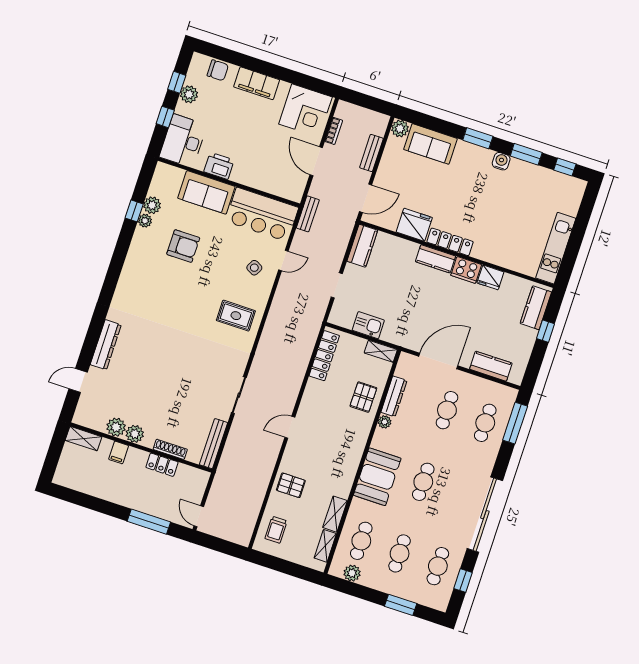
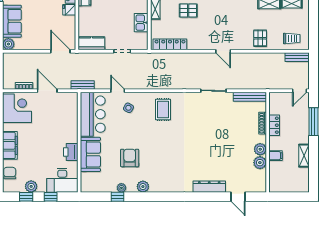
bench: (371, 153) -> (297, 57), moved
door: (316, 161) -> (47, 91), swing flipped
plant: (152, 205) -> (143, 187), moved
fridge: (414, 225) -> (69, 10), width x0.53, depth x0.75
shelving: (83, 439) -> (304, 156), moved

